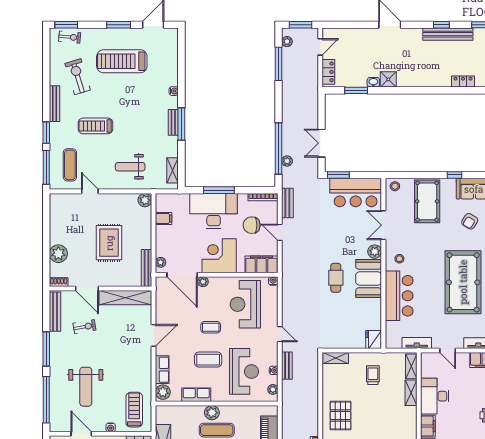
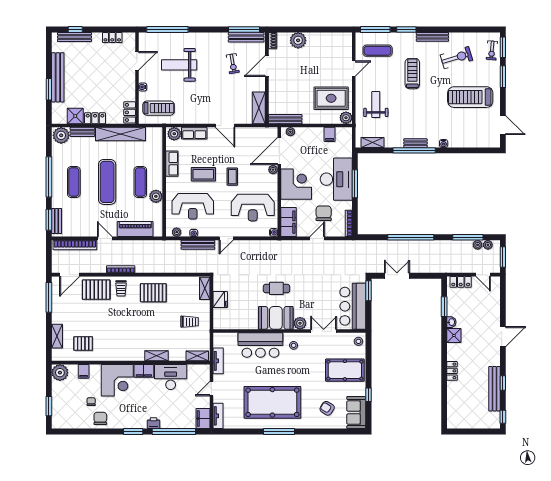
window: (119, 25) -> (503, 77), moved
treadmill: (122, 61) -> (470, 97), turned -90
locker: (463, 82) -> (452, 371), moved
window: (181, 124) -> (414, 150), width x1.46
window: (279, 148) -> (411, 237), moved
plant: (287, 161) -> (478, 245), moved
bench: (287, 203) -> (343, 245), removed
rug: (109, 243) -> (331, 98), moved
shelving: (125, 298) -> (259, 108), width x0.68
reception desk: (245, 304) -> (253, 208), turned 180
fridge: (374, 339) -> (220, 300), moved, turned 90
window: (46, 349) -> (244, 30), moved
coffee table: (208, 360) -> (203, 174), turned 90
bench: (287, 366) -> (198, 245), width x1.36
shelving: (411, 393) -> (157, 356), moved
plant: (212, 413) -> (156, 196), moved

